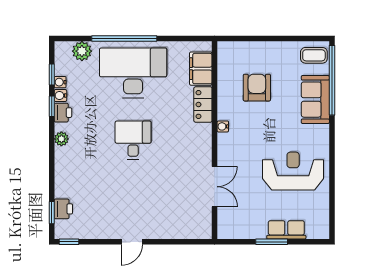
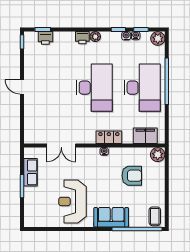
plant: (82, 51) -> (158, 38), moved
plant: (227, 51) -> (158, 155), added
sofa: (315, 100) -> (111, 217), moved
locker: (203, 105) -> (109, 137), moved
printer: (63, 113) -> (82, 38), moved
desk: (133, 140) -> (94, 88), width x1.87, depth x1.30
reception desk: (293, 171) -> (72, 201), turned 180
row of seats: (286, 230) -> (31, 172), moved

